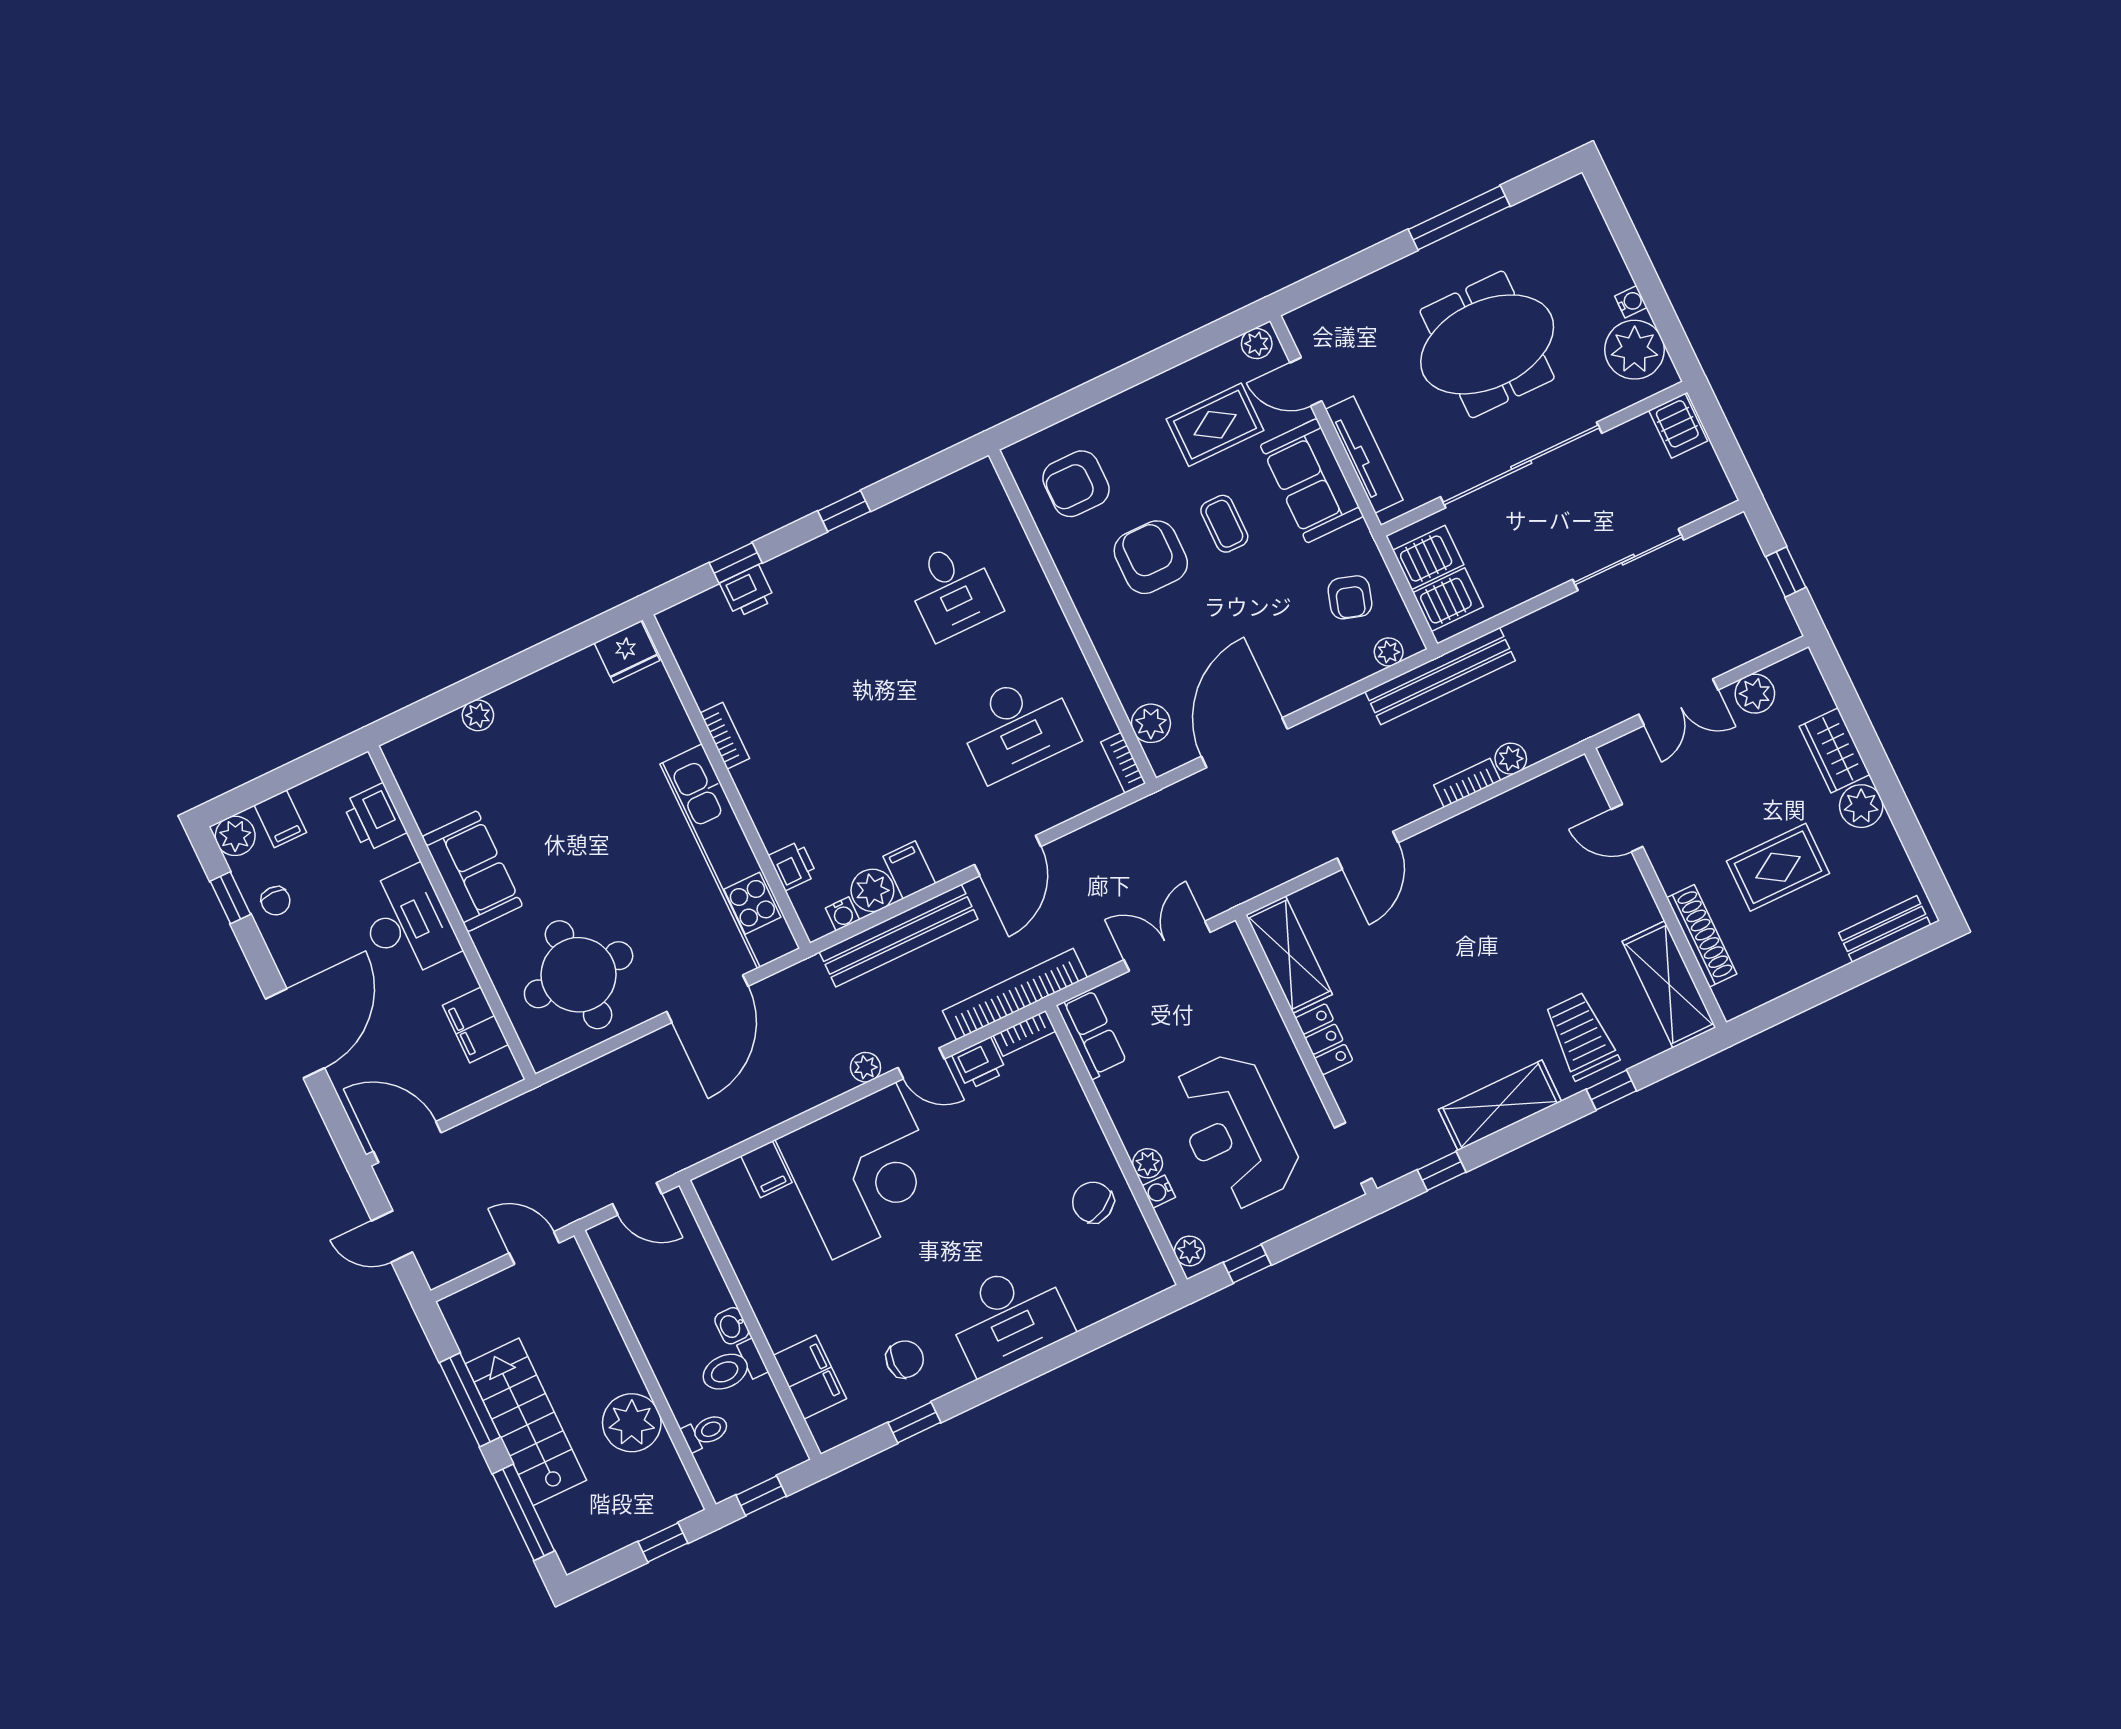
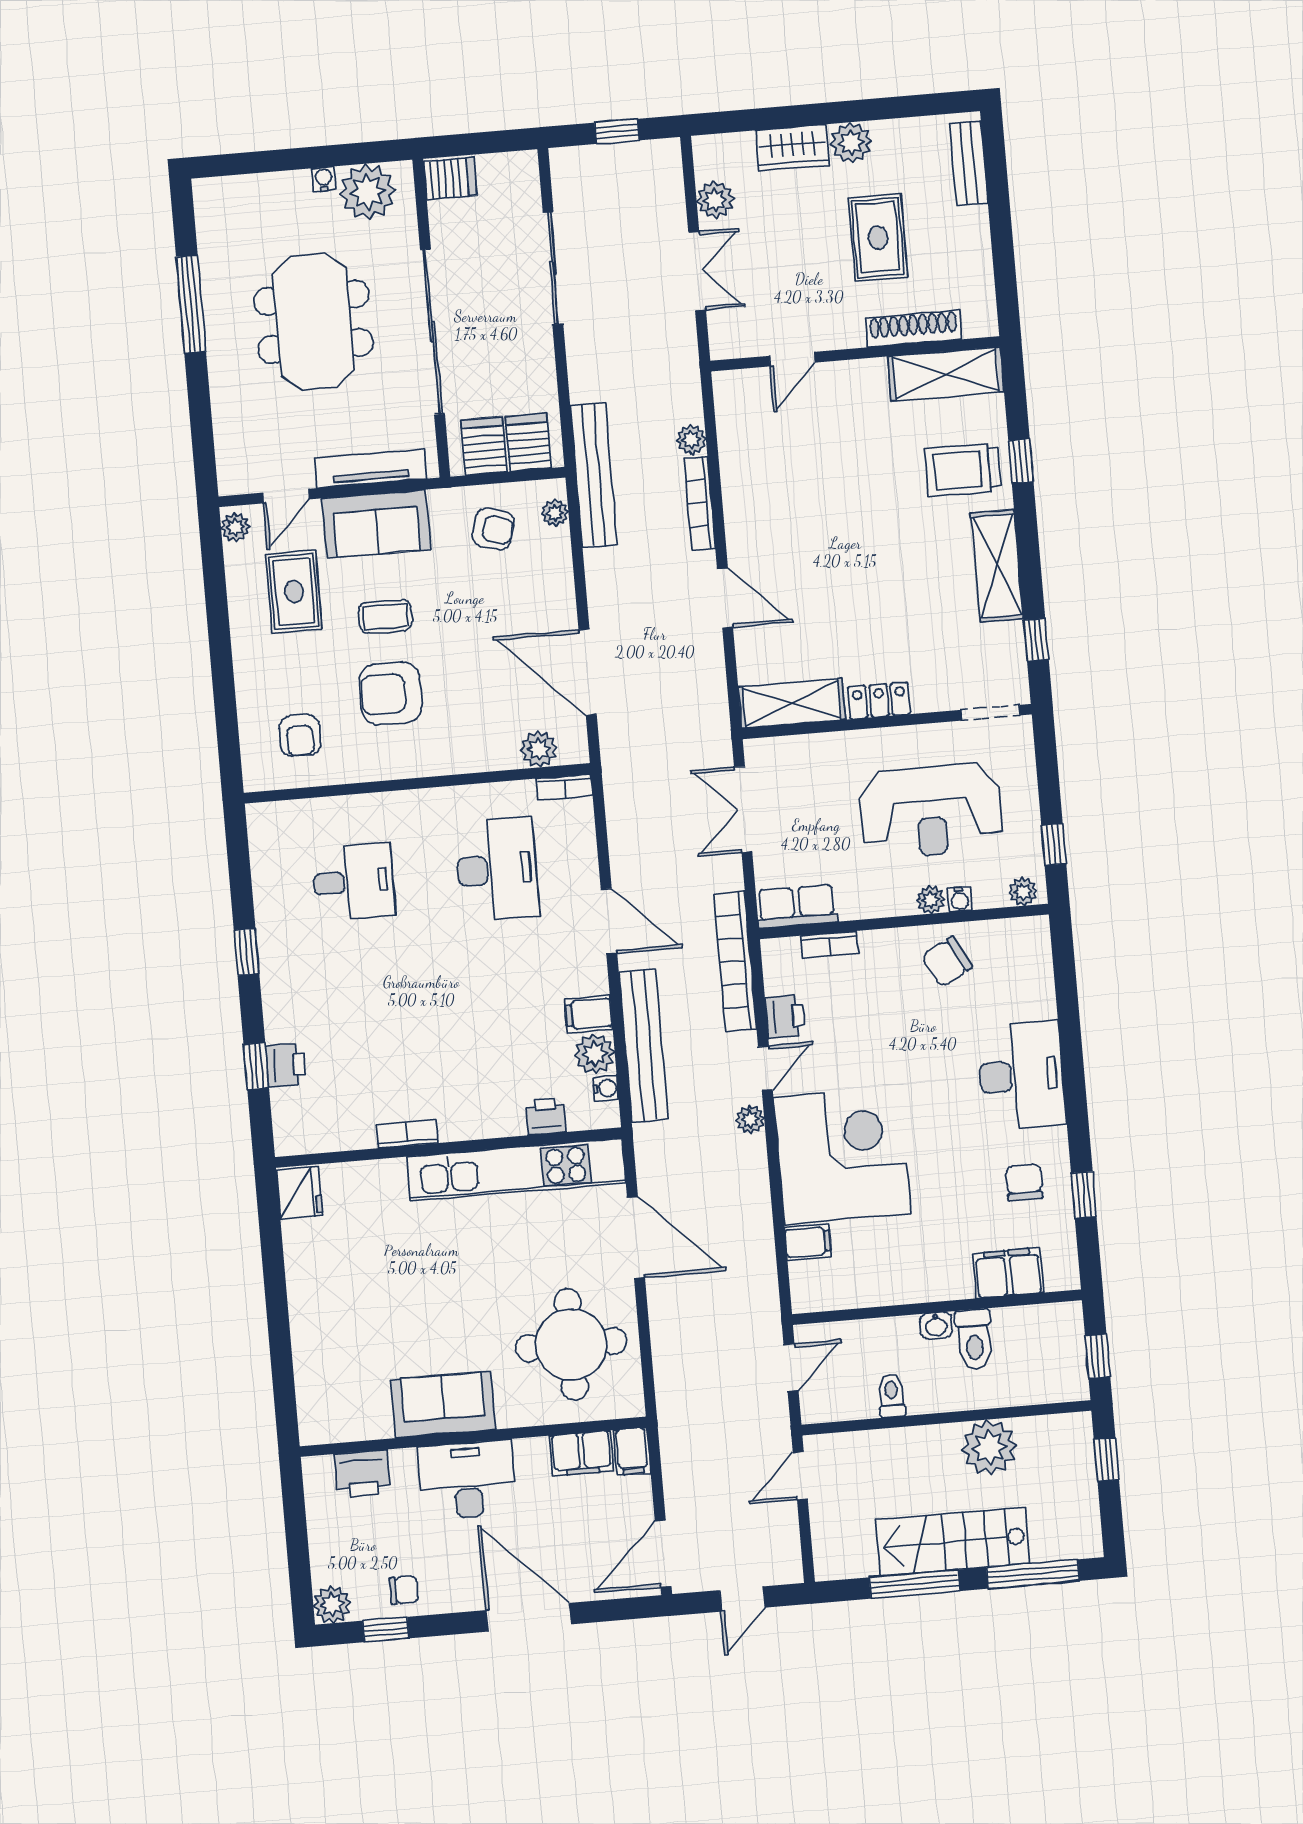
armchair: (1076, 484) -> (300, 736), width x0.72, depth x0.72
plant: (478, 715) -> (306, 1347), removed
bookcase: (1467, 783) -> (700, 503), width x1.56
filing cabinet: (280, 819) -> (632, 1451), moved, turned 90
bookcase: (1024, 1033) -> (829, 944), moved, turned 90
toilet: (705, 1432) -> (891, 1396), moved

